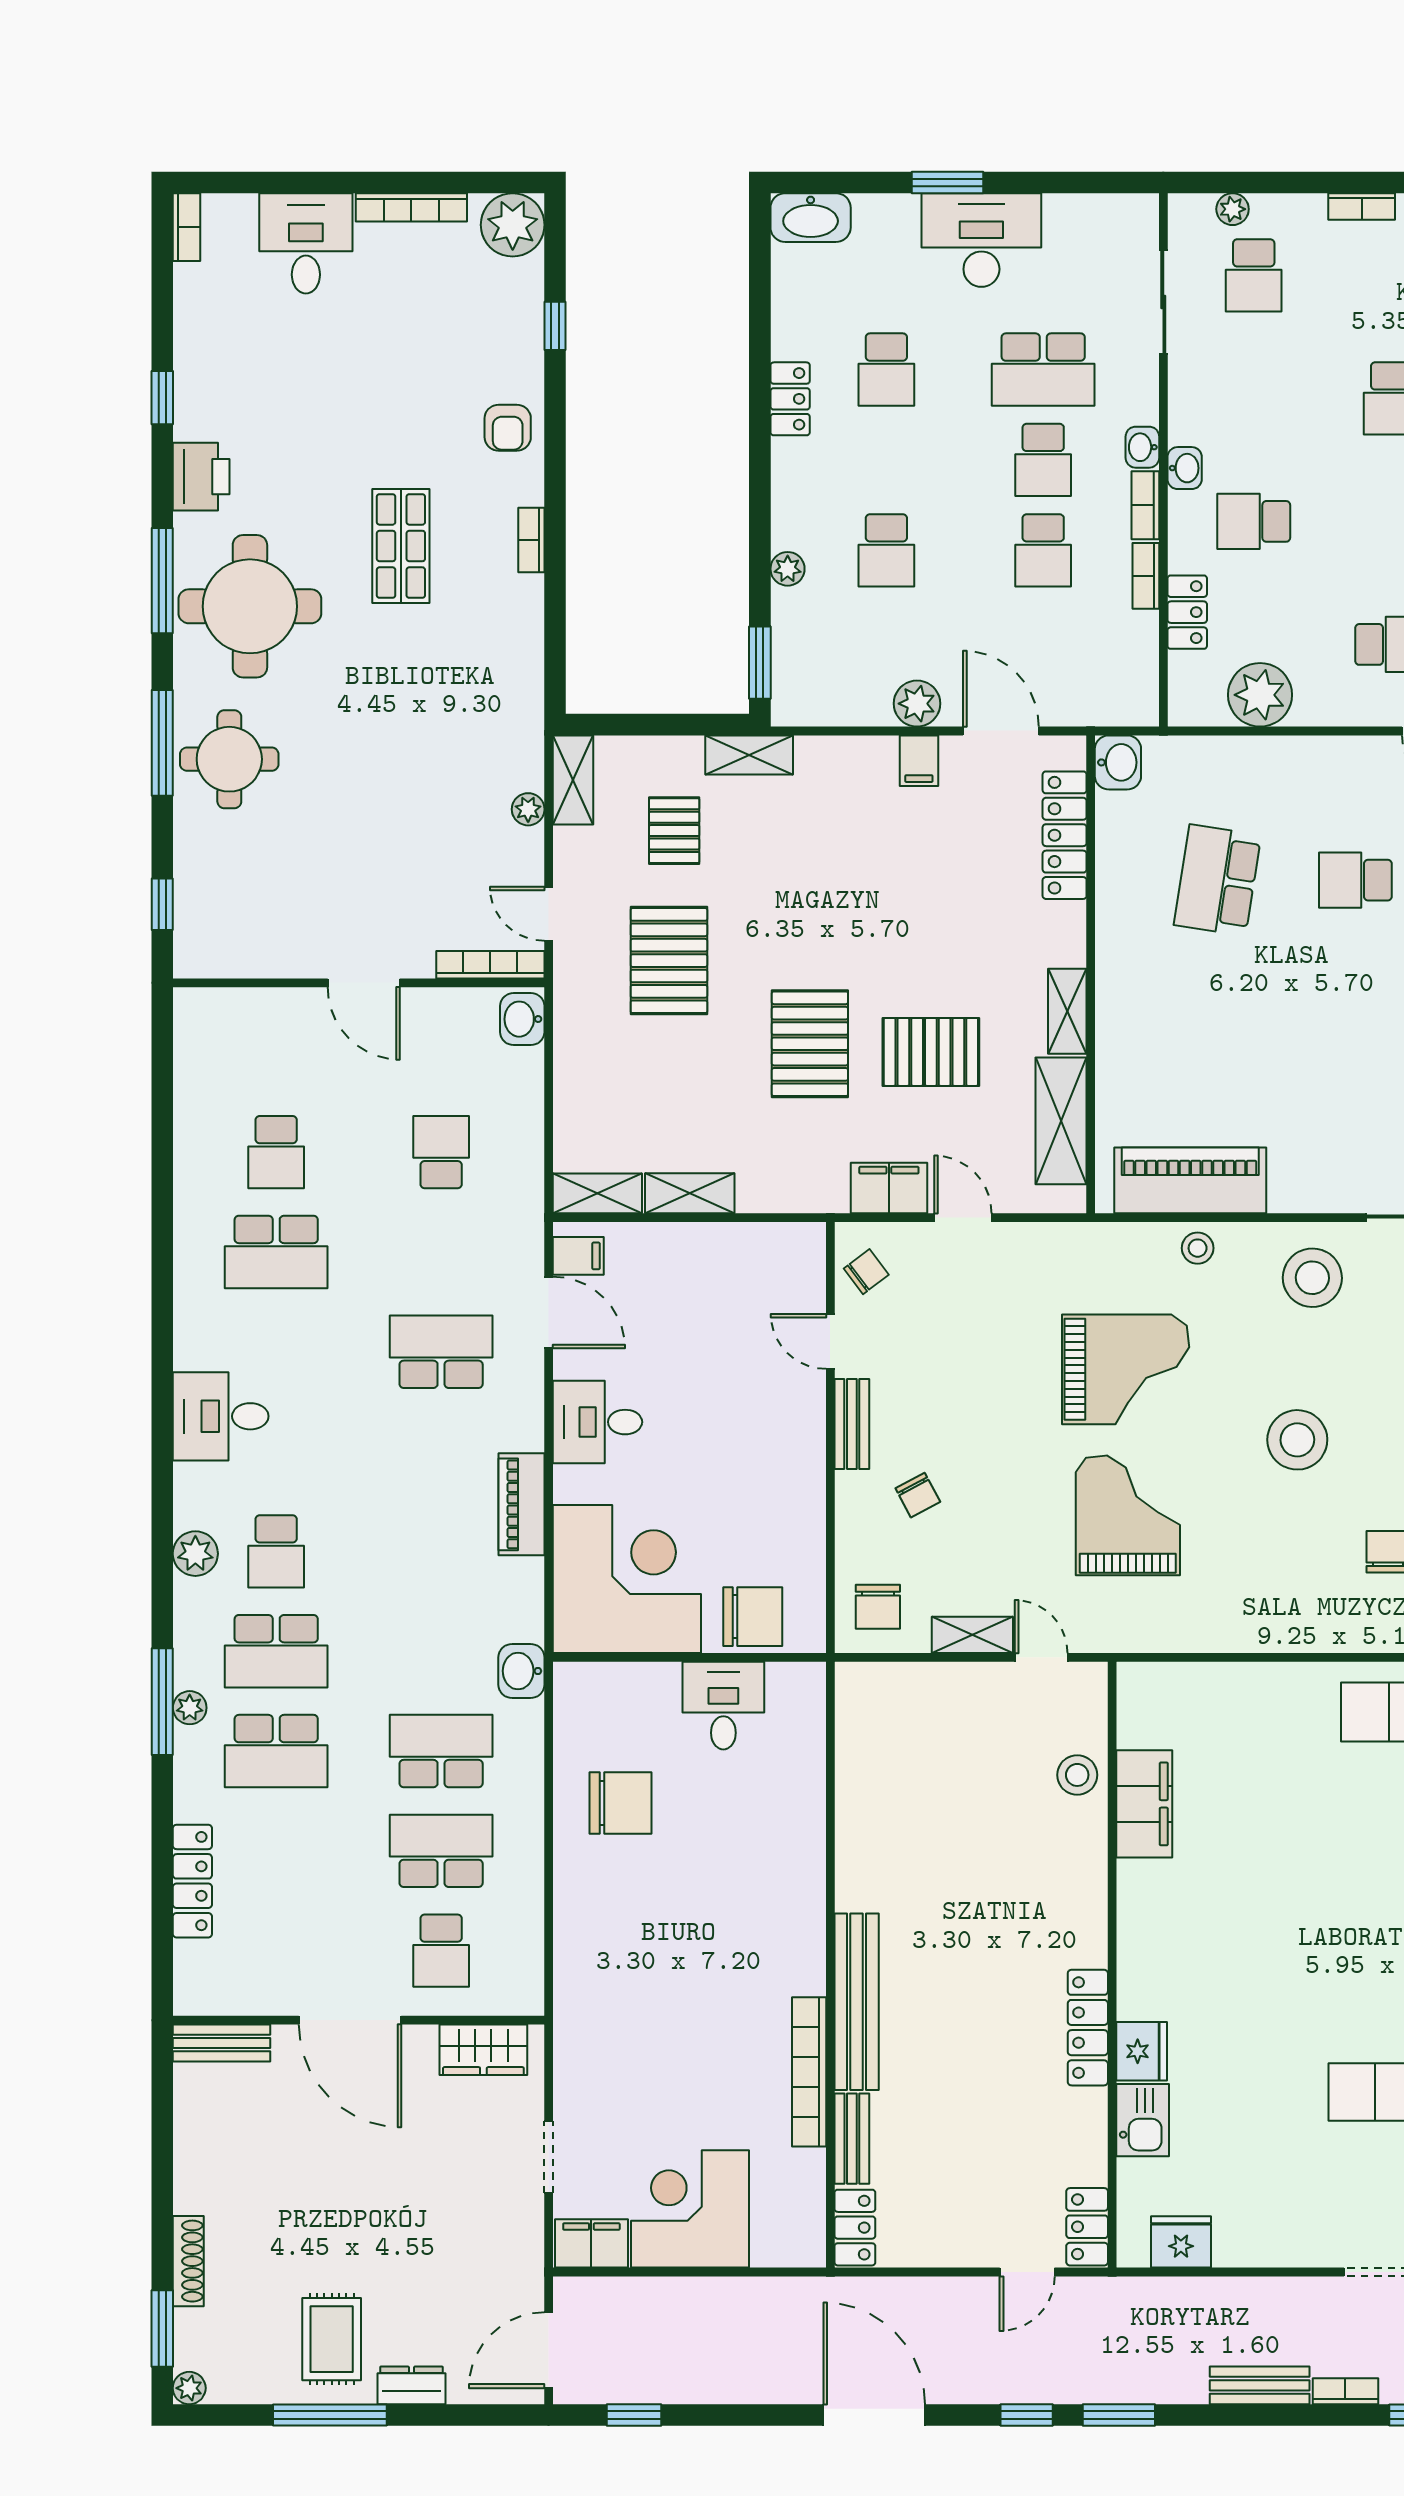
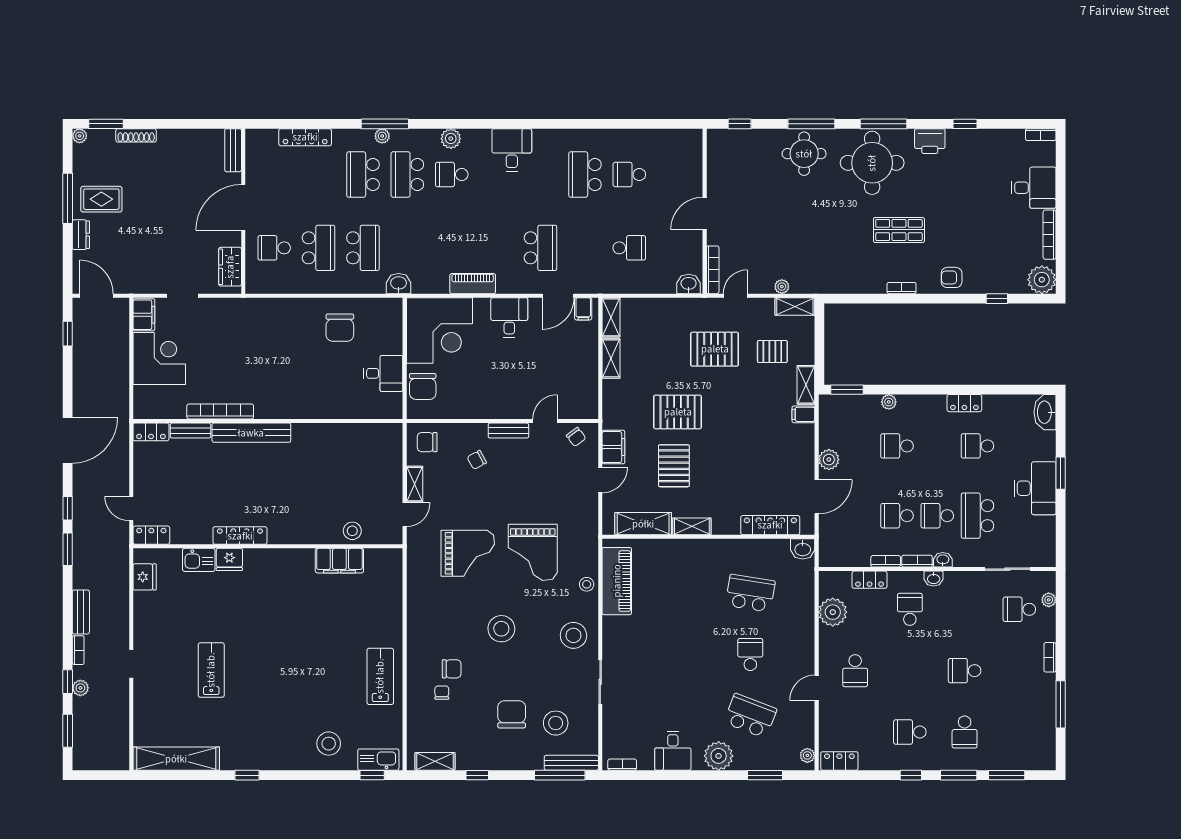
filing cabinet: (919, 761) -> (803, 414), moved

